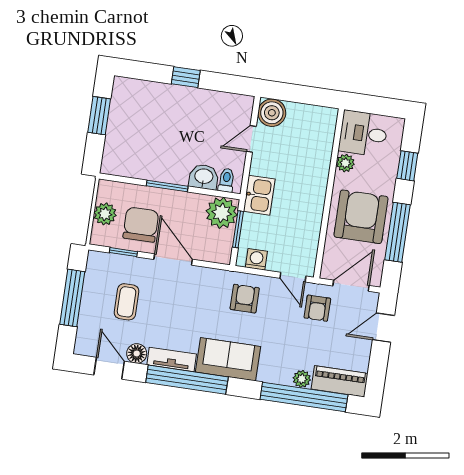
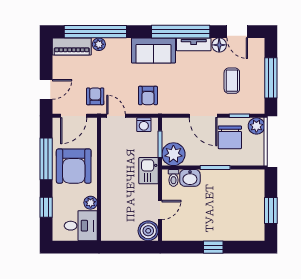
plant: (105, 214) -> (256, 126), moved

